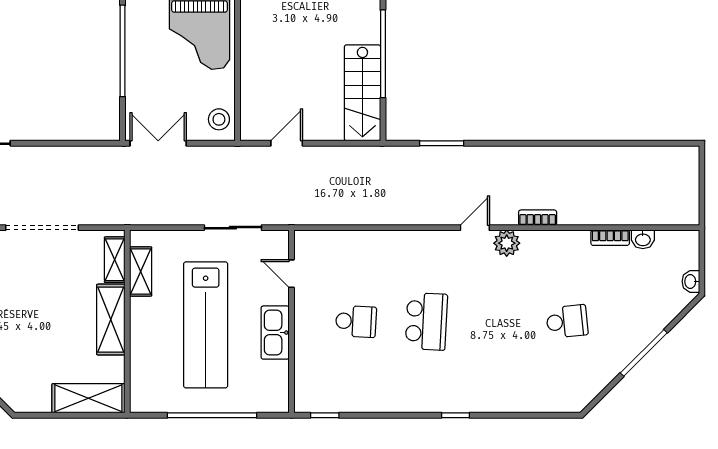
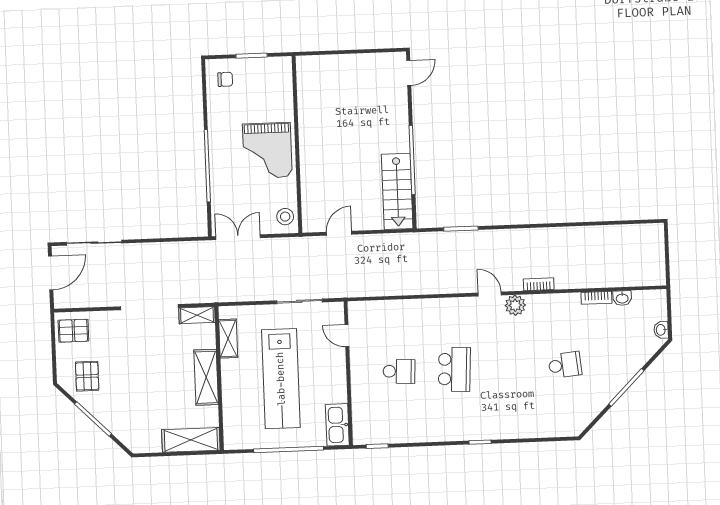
door: (475, 228) -> (490, 294), hinge flipped
shelving: (115, 260) -> (197, 315), moved, turned 90
kitchen sink: (275, 333) -> (337, 425), moved

